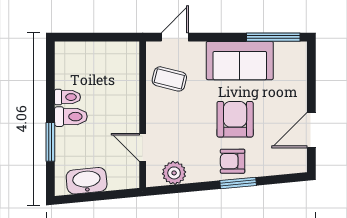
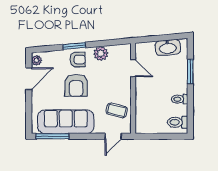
sofa: (240, 61) -> (66, 122), width x1.36
toilet: (71, 117) -> (178, 122), moved
plant: (299, 160) -> (37, 60), added
plant: (174, 173) -> (101, 53), moved

